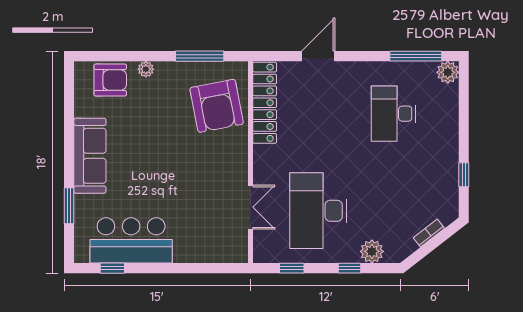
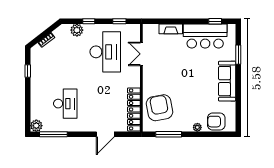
fireplace: (196, 254) -> (171, 29), added

